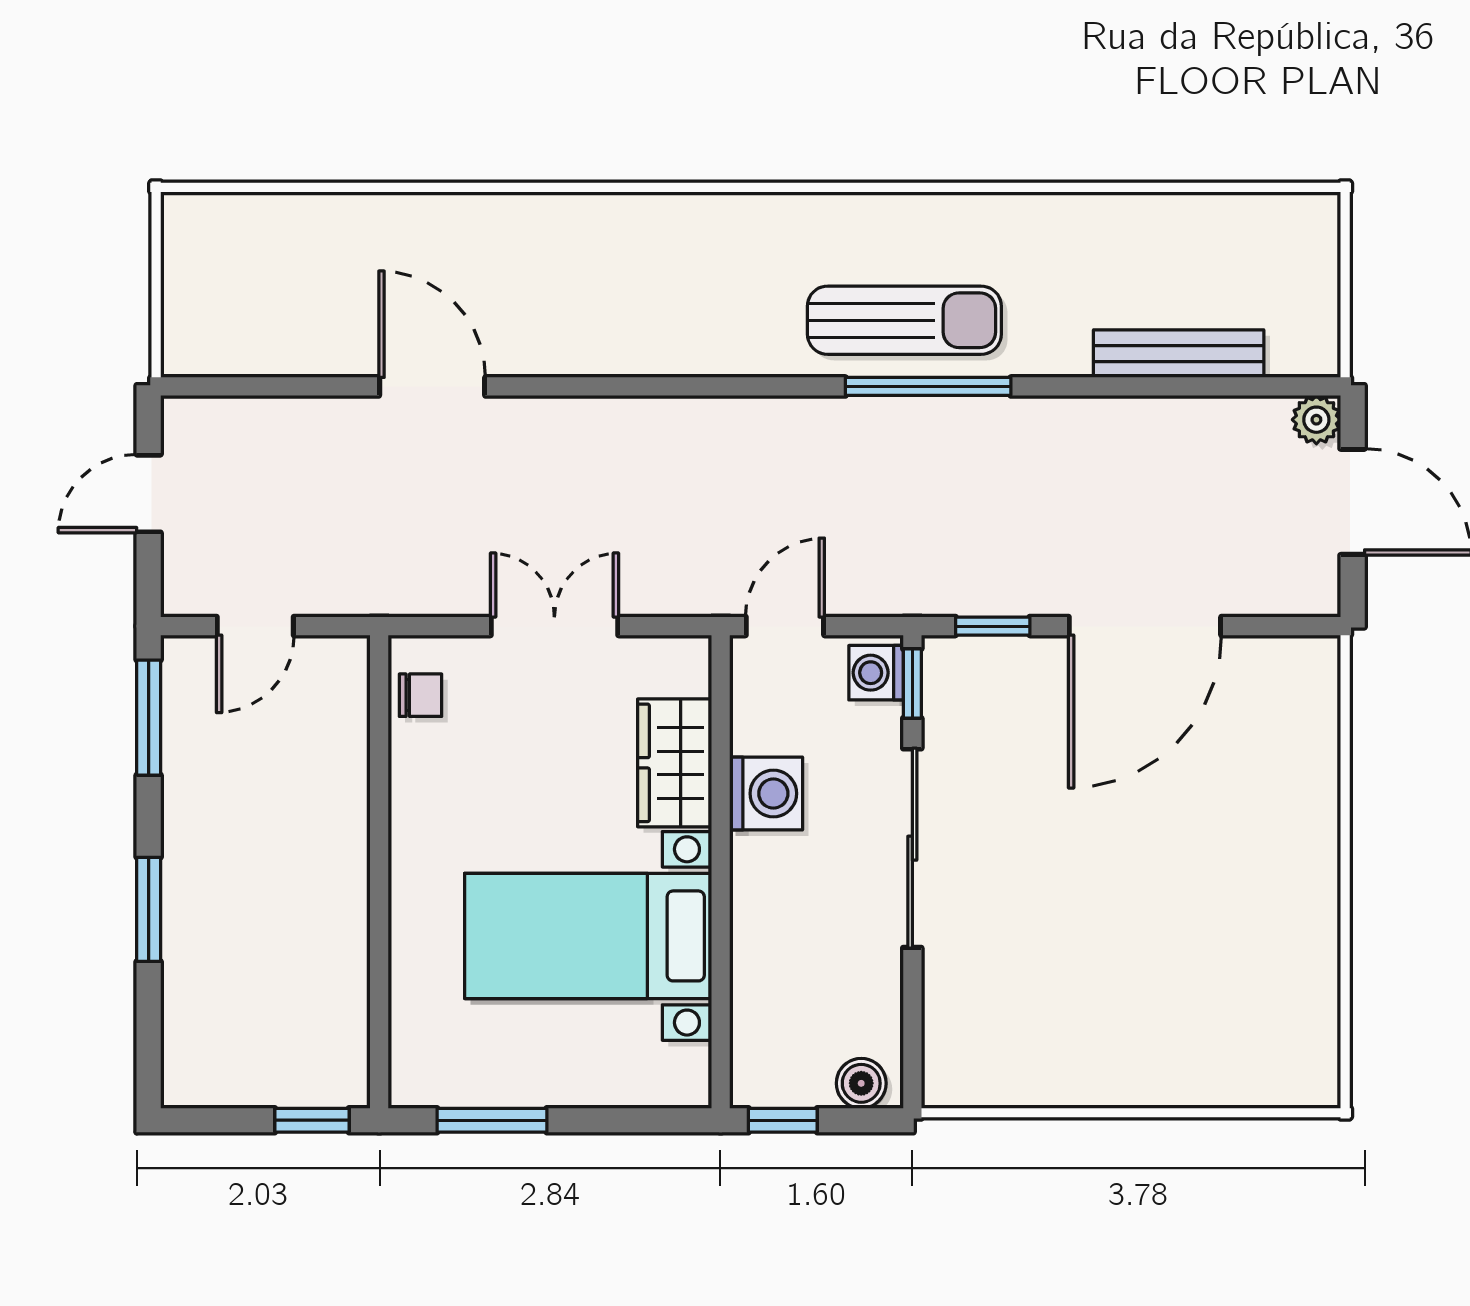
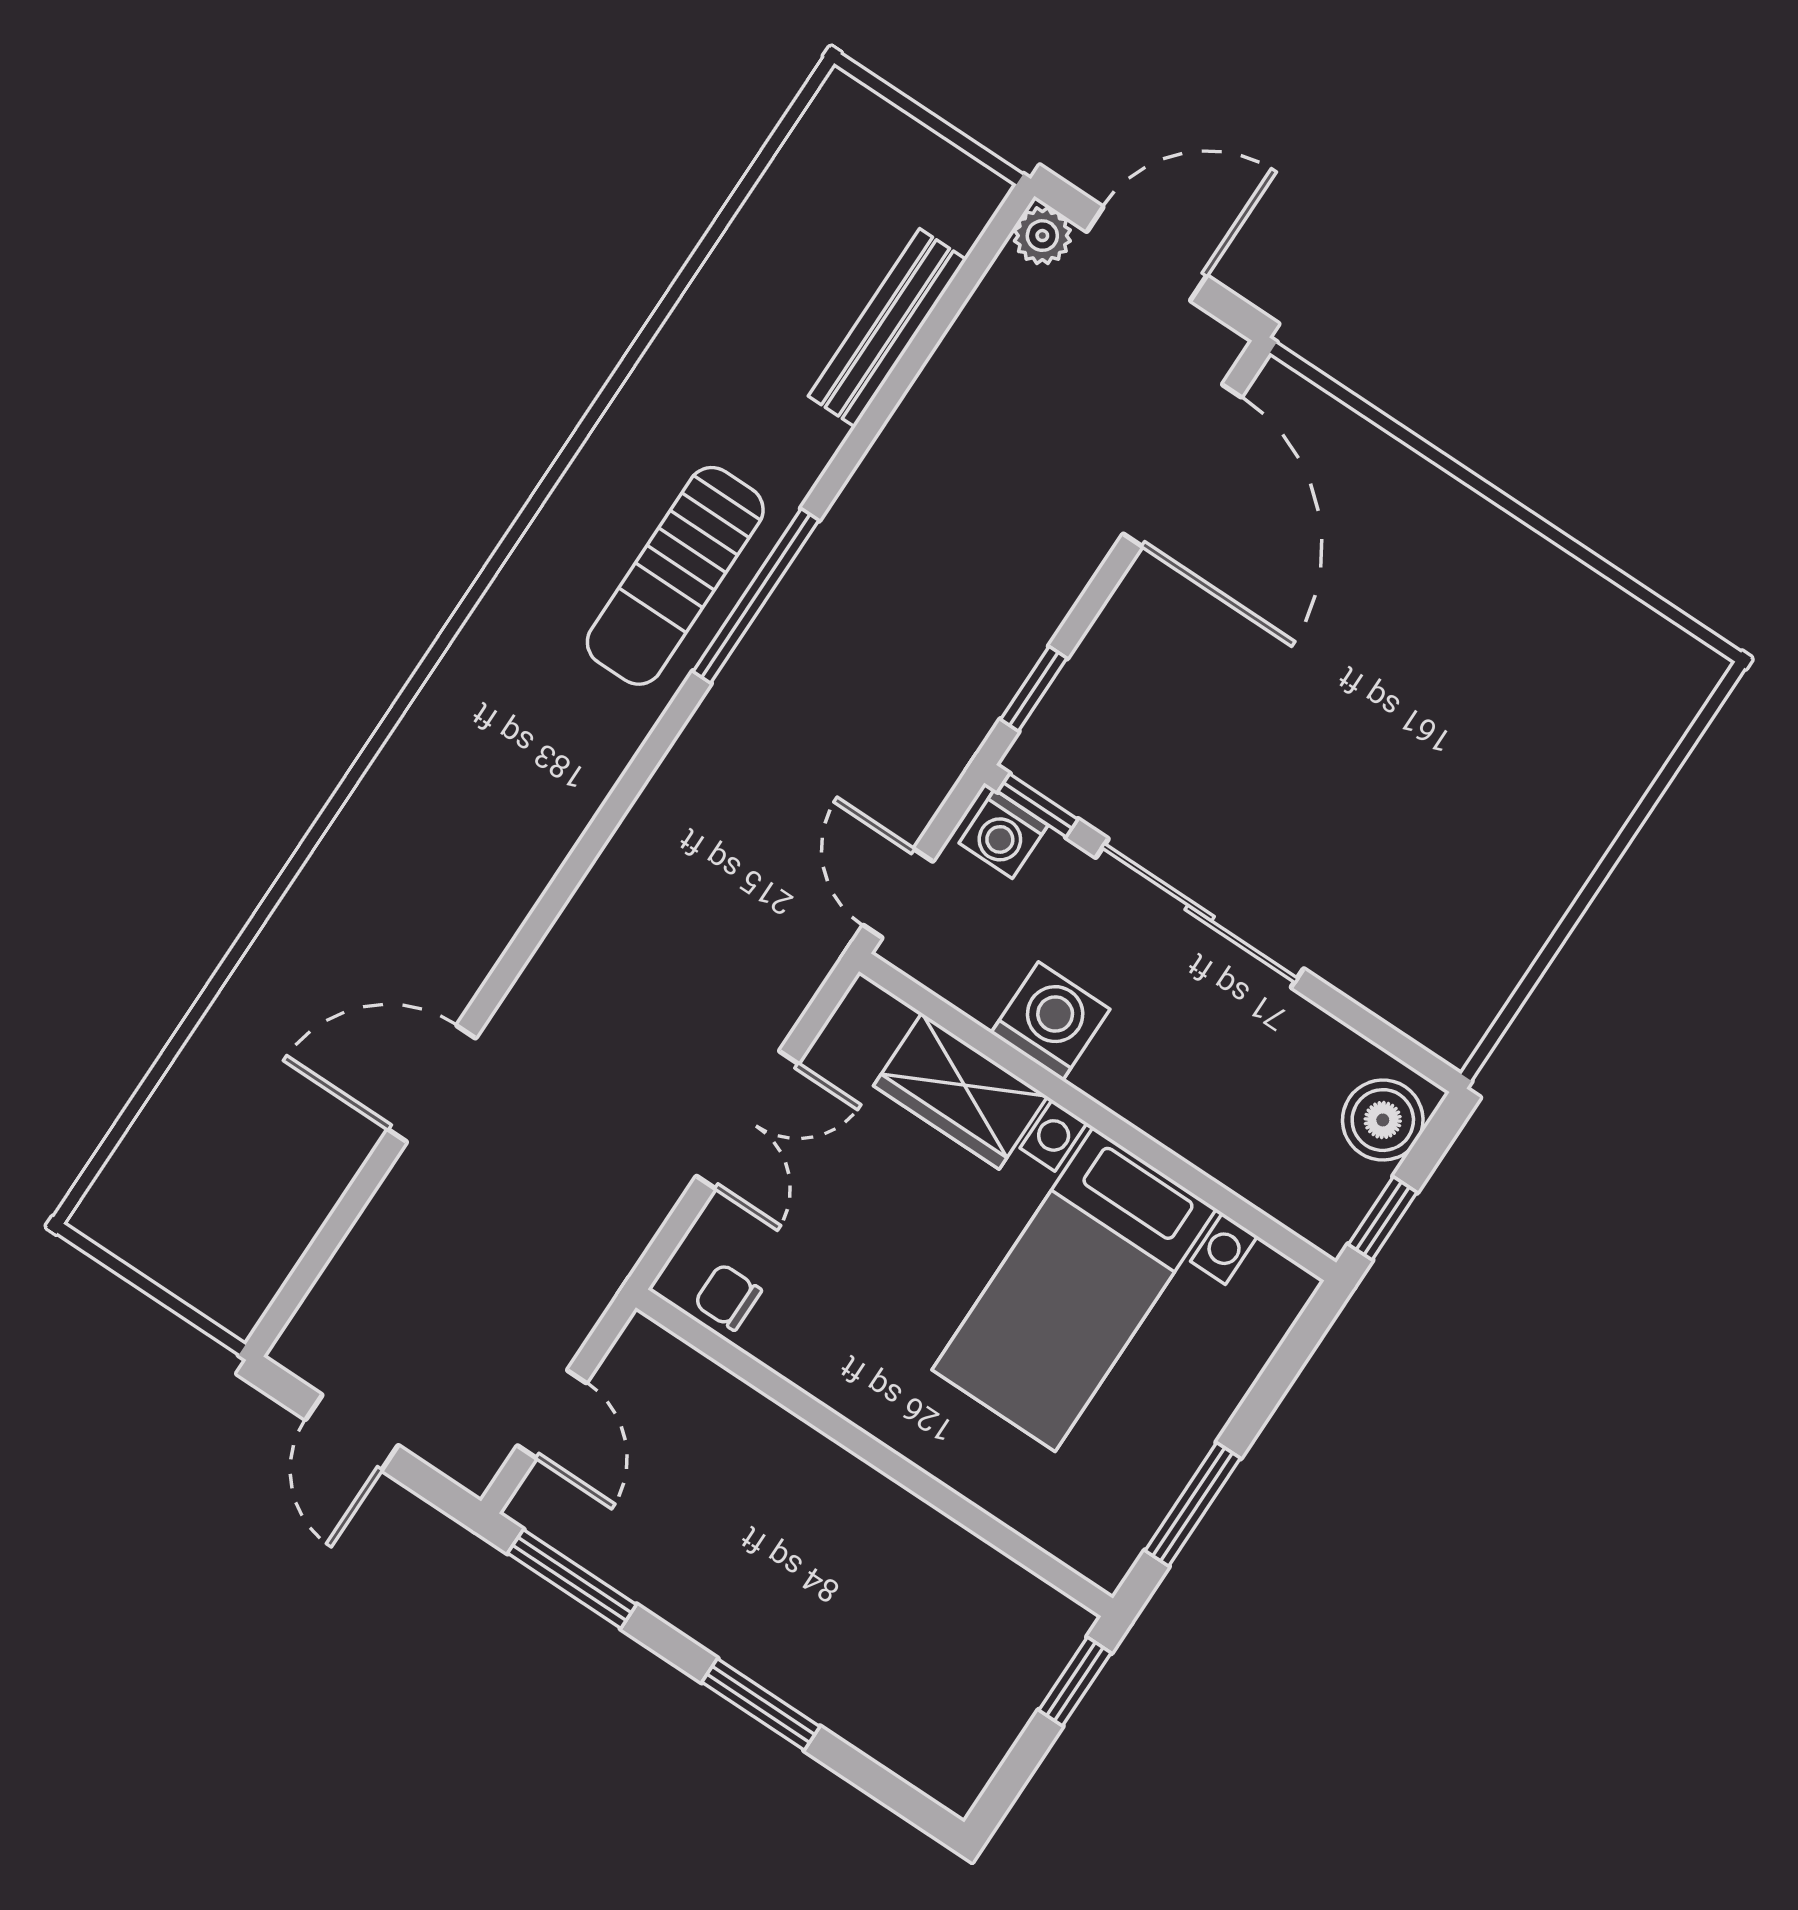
sun lounger: (904, 320) -> (675, 576), turned 180
double door: (554, 626) -> (747, 1120), swing flipped
door: (1145, 626) -> (1182, 466), moved
chair: (420, 695) -> (728, 1297), turned -90
boiler: (861, 1083) -> (1383, 1120), width x1.36, depth x1.36

